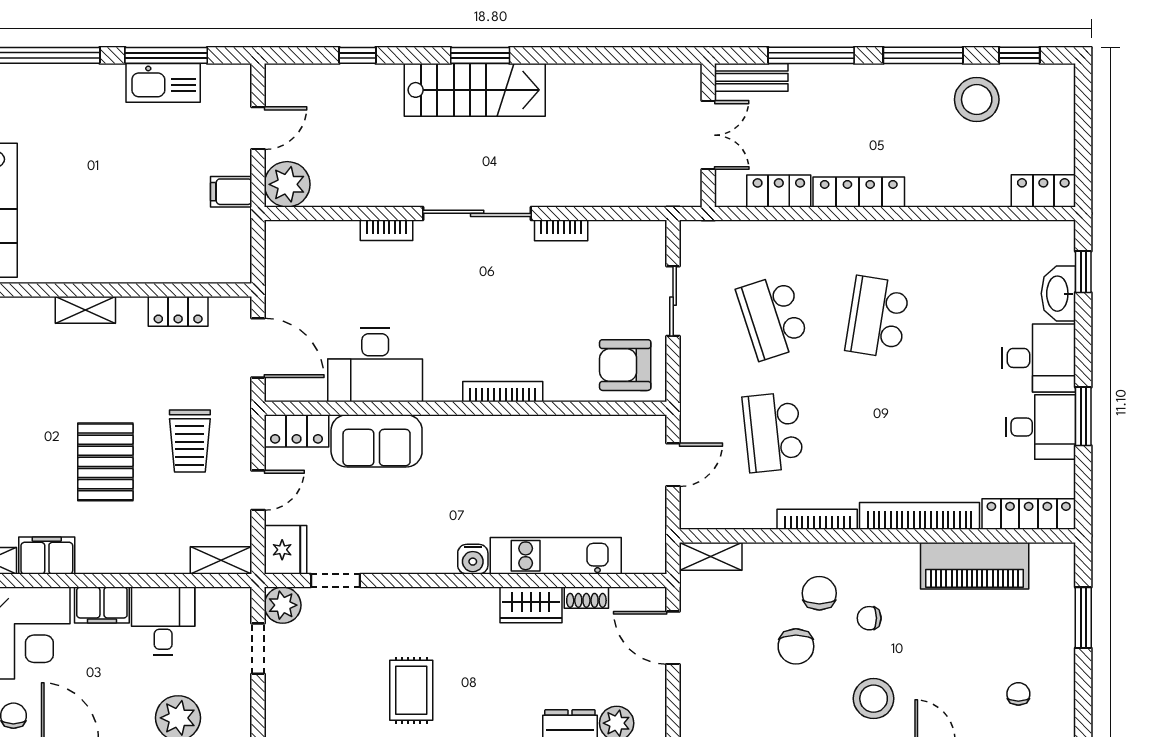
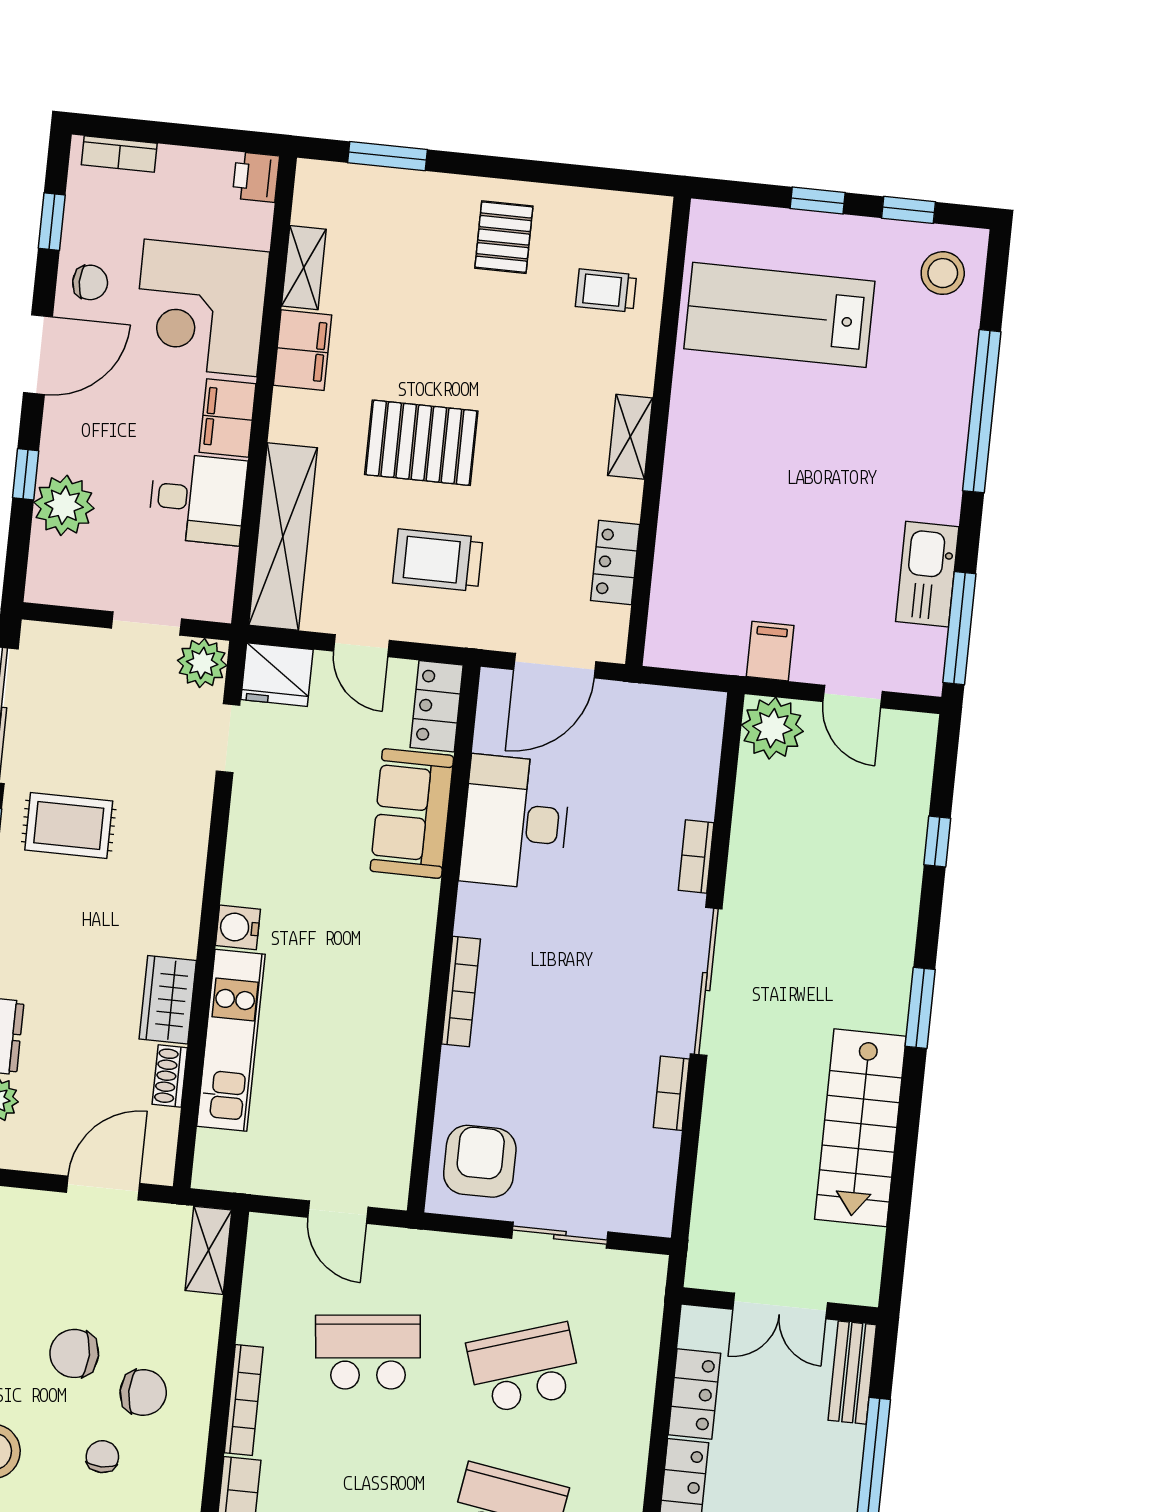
window: (166, 55) -> (959, 628), moved
stairs: (475, 90) -> (860, 1128), moved
shelving: (221, 560) -> (283, 536), width x2.20, depth x1.33

